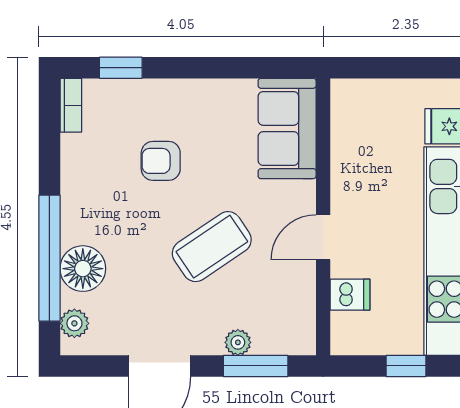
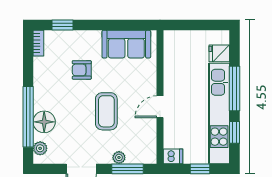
sofa: (287, 128) -> (126, 44), moved, turned -90
coffee table: (212, 247) -> (106, 111), turned -56
dishwasher: (350, 295) -> (173, 156), moved

